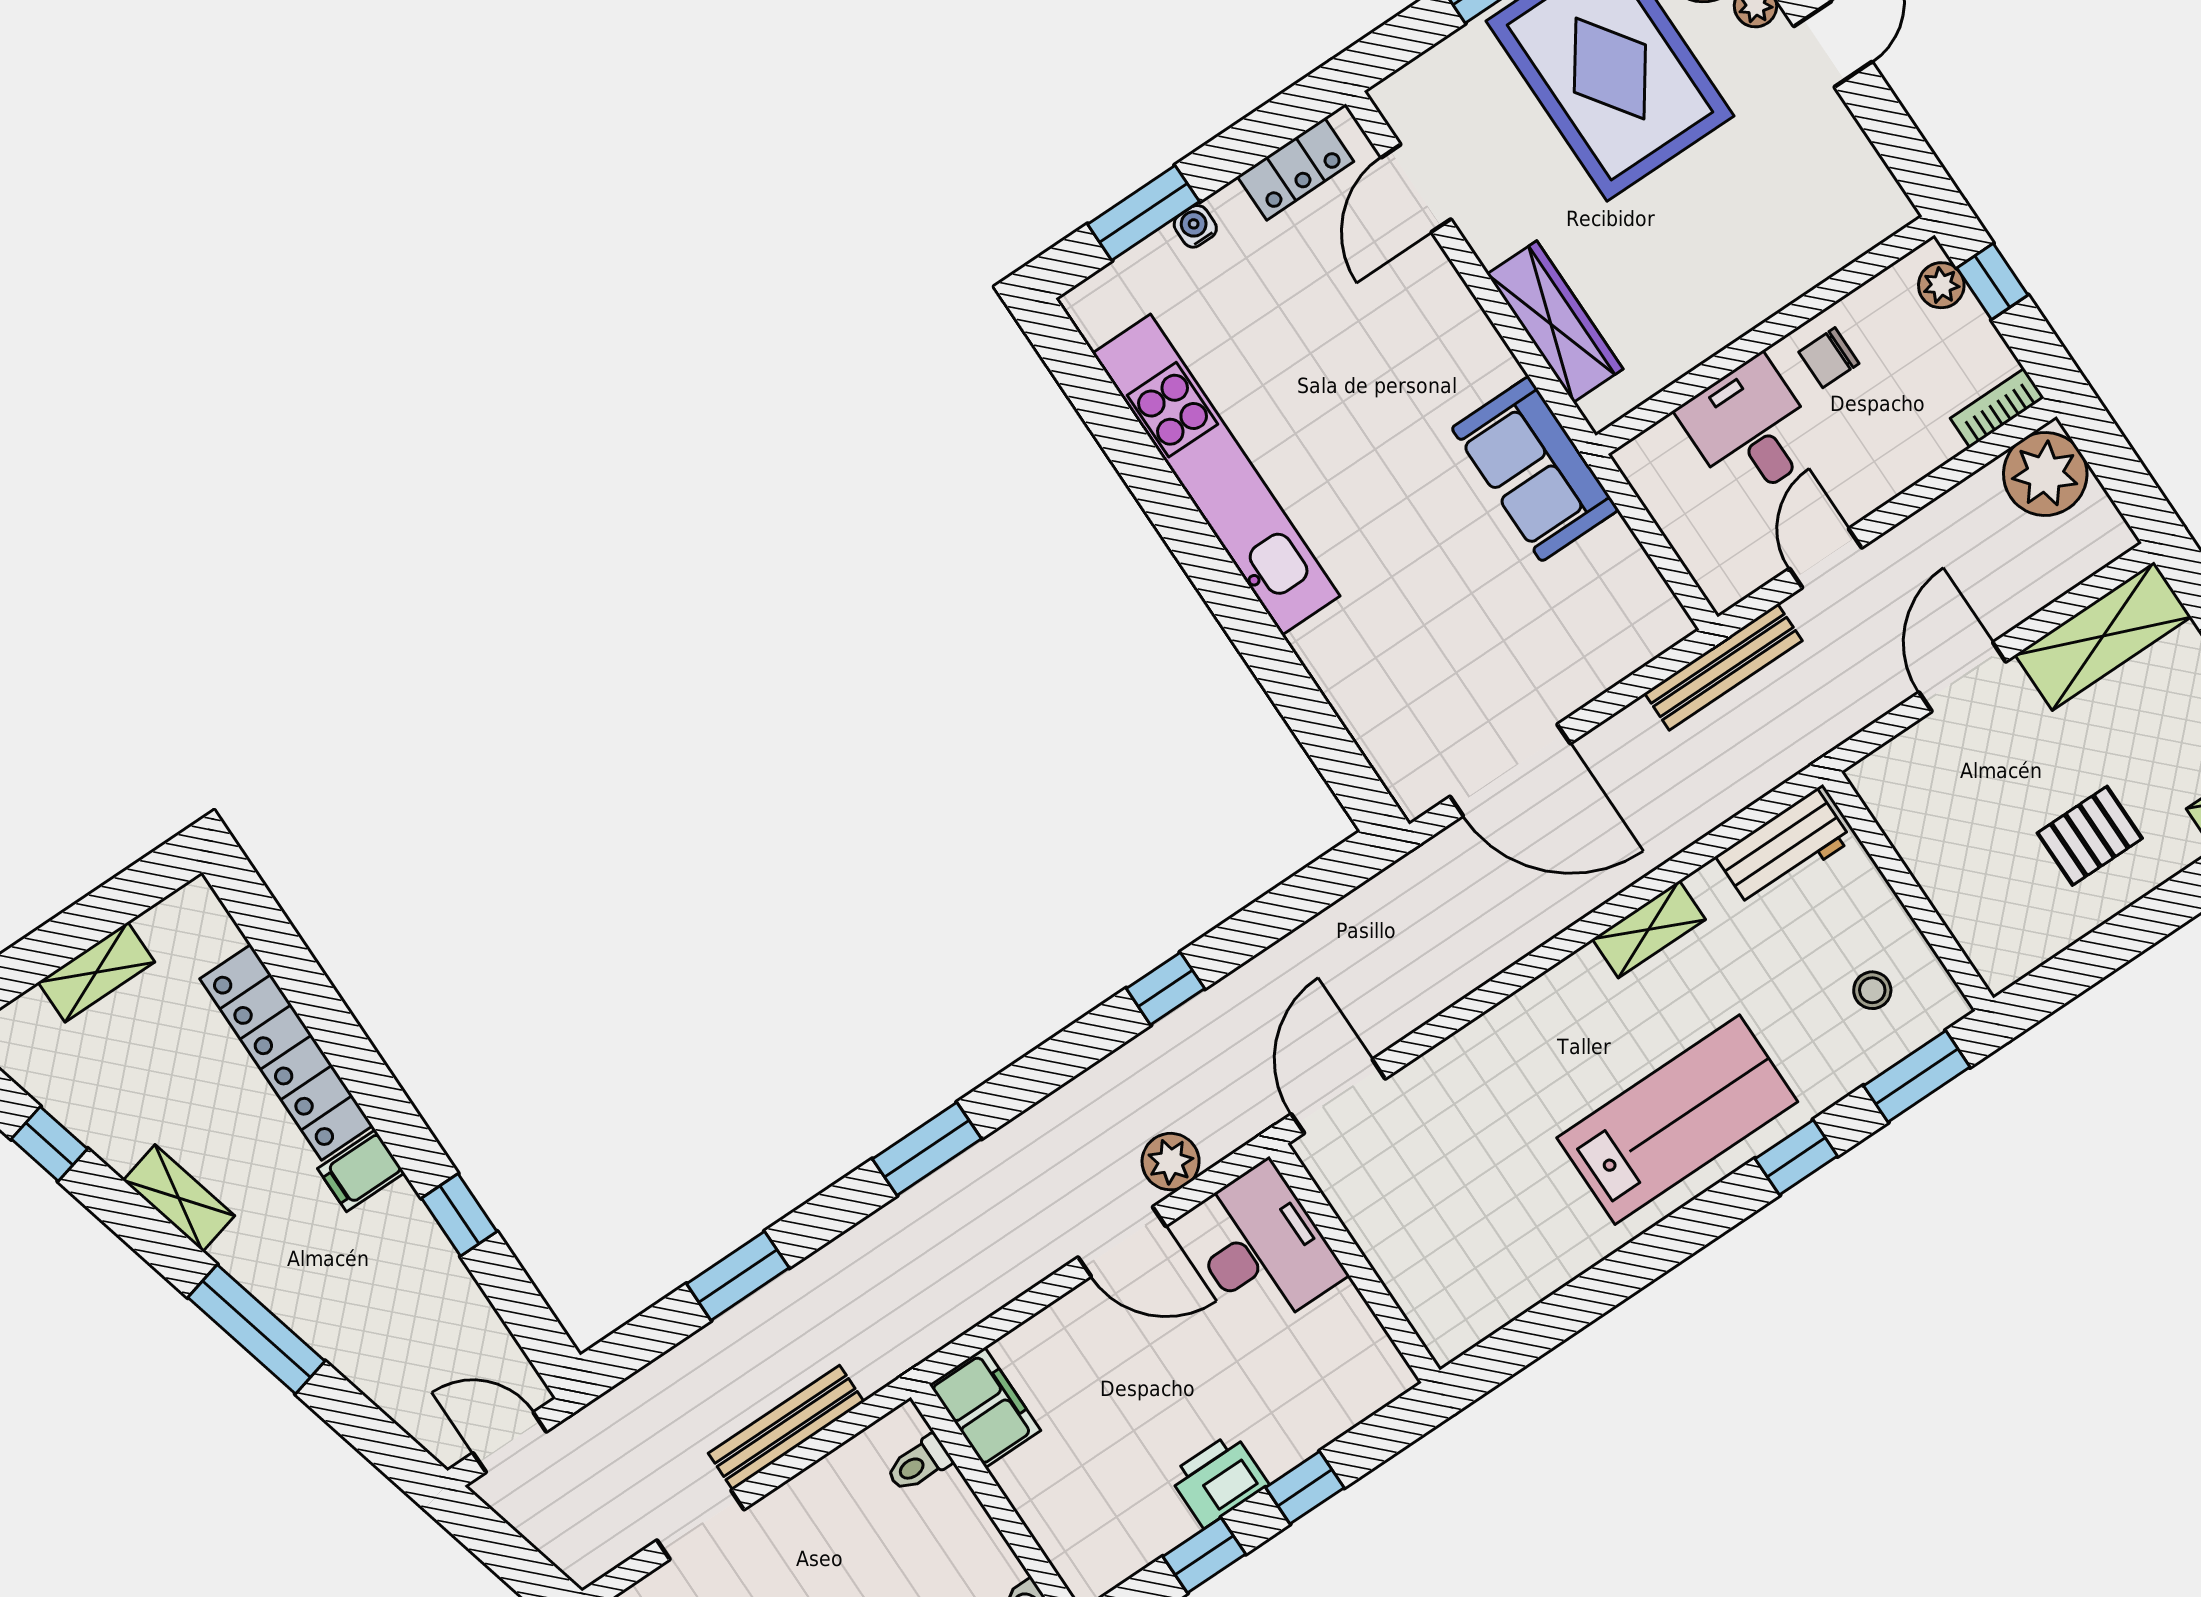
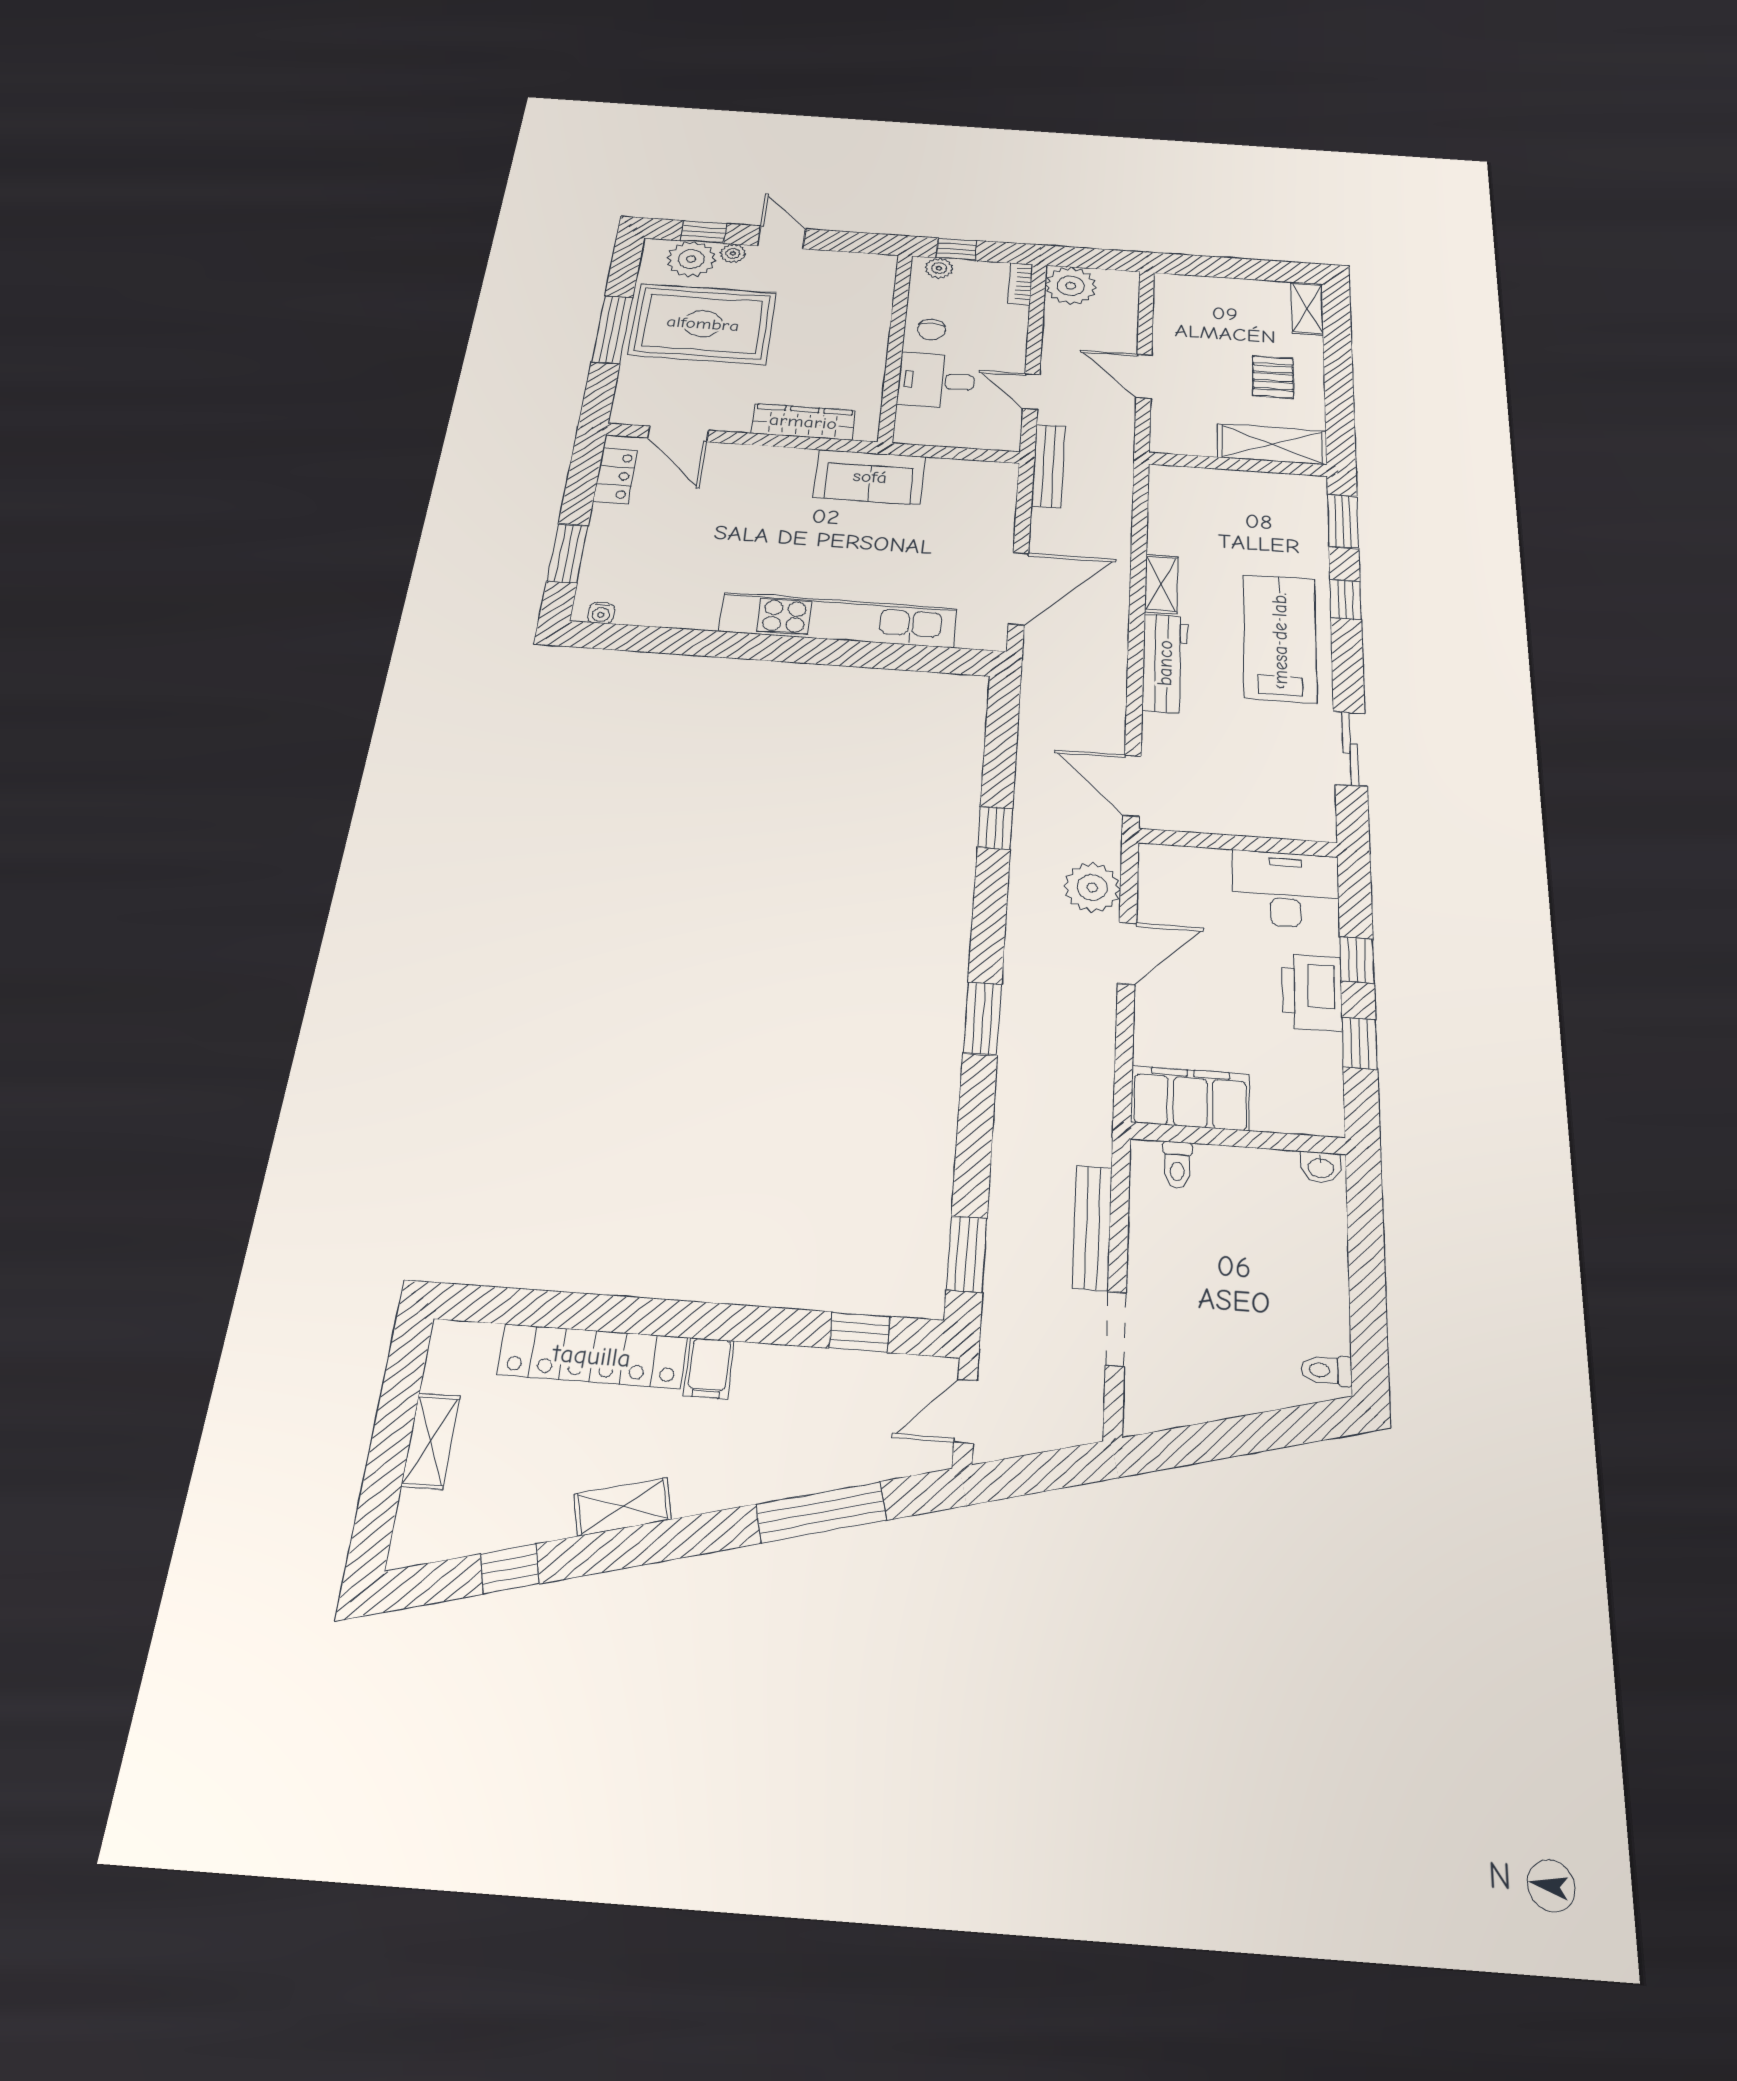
water cooler: (1195, 226) -> (601, 613), moved, turned -90
kitchen unit: (1216, 475) -> (838, 620), moved
shelving: (2103, 636) -> (1272, 444), moved, turned 90
workbench: (1784, 848) -> (1165, 663), moved, width x1.38
stool: (1872, 990) -> (1279, 511), removed
plant: (1171, 1162) -> (1092, 887), width x1.36, depth x1.36
window: (459, 1215) -> (860, 1332), moved
desk: (1262, 1247) -> (1286, 890), moved
window: (738, 1276) -> (967, 1254), moved
sliding door: (1581, 1302) -> (1350, 749), added
window: (256, 1329) -> (821, 1512), moved
filing cabinet: (985, 1408) -> (1190, 1098), width x1.50, depth x1.17
printer: (1219, 1480) -> (1312, 992), width x1.37, depth x1.19

